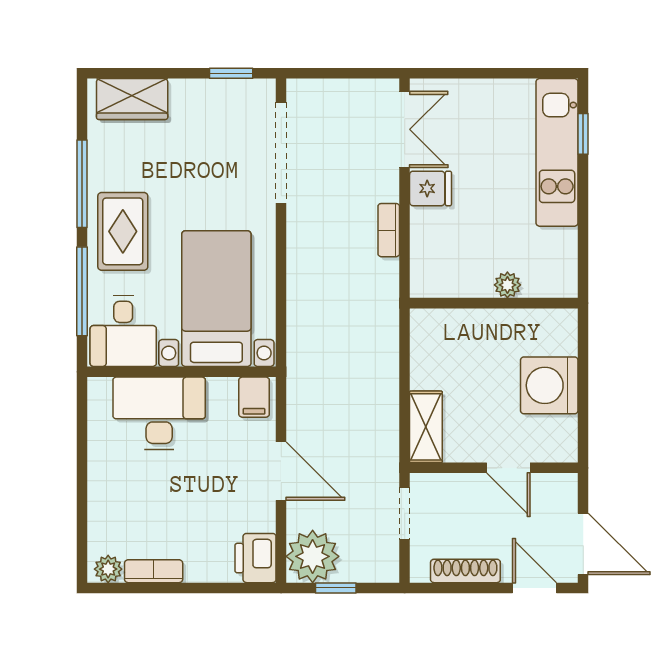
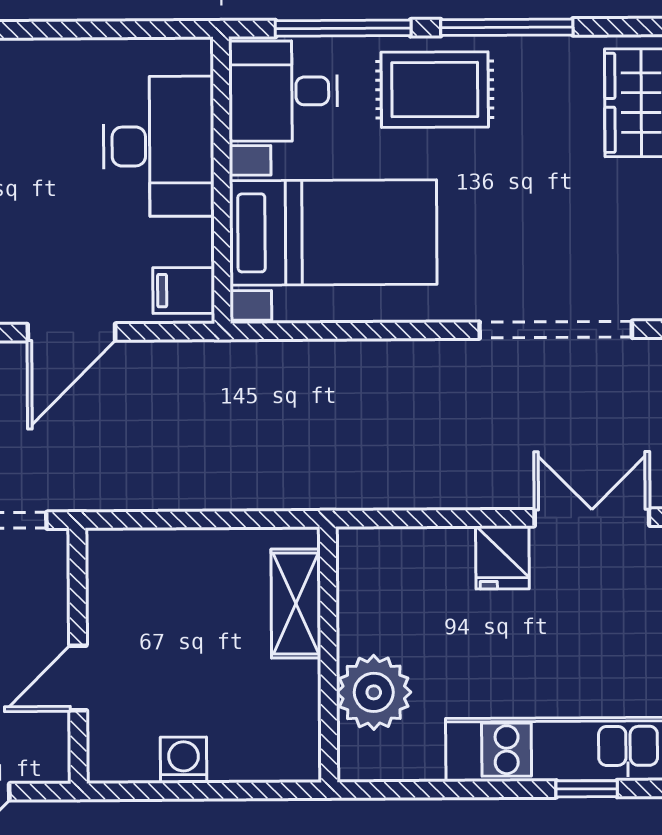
double door: (405, 129) -> (592, 517), swing flipped
bookcase: (389, 230) -> (439, 494), removed
plant: (507, 285) -> (374, 692), width x1.88, depth x1.88
washing machine: (549, 385) -> (184, 760), width x0.53, depth x0.53
shelving: (426, 427) -> (296, 604), moved, turned 90

